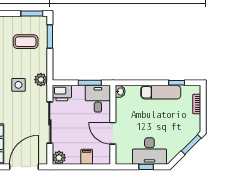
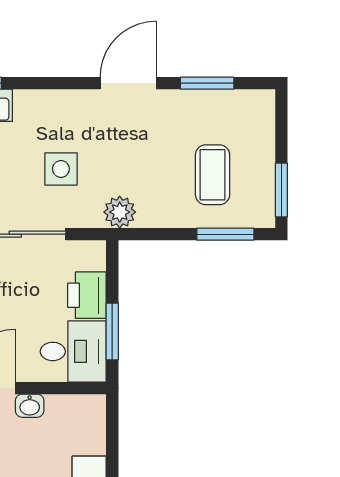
side table: (18, 85) -> (61, 169), moved
washbasin: (120, 92) -> (30, 406), moved
printer: (62, 93) -> (87, 295), moved

